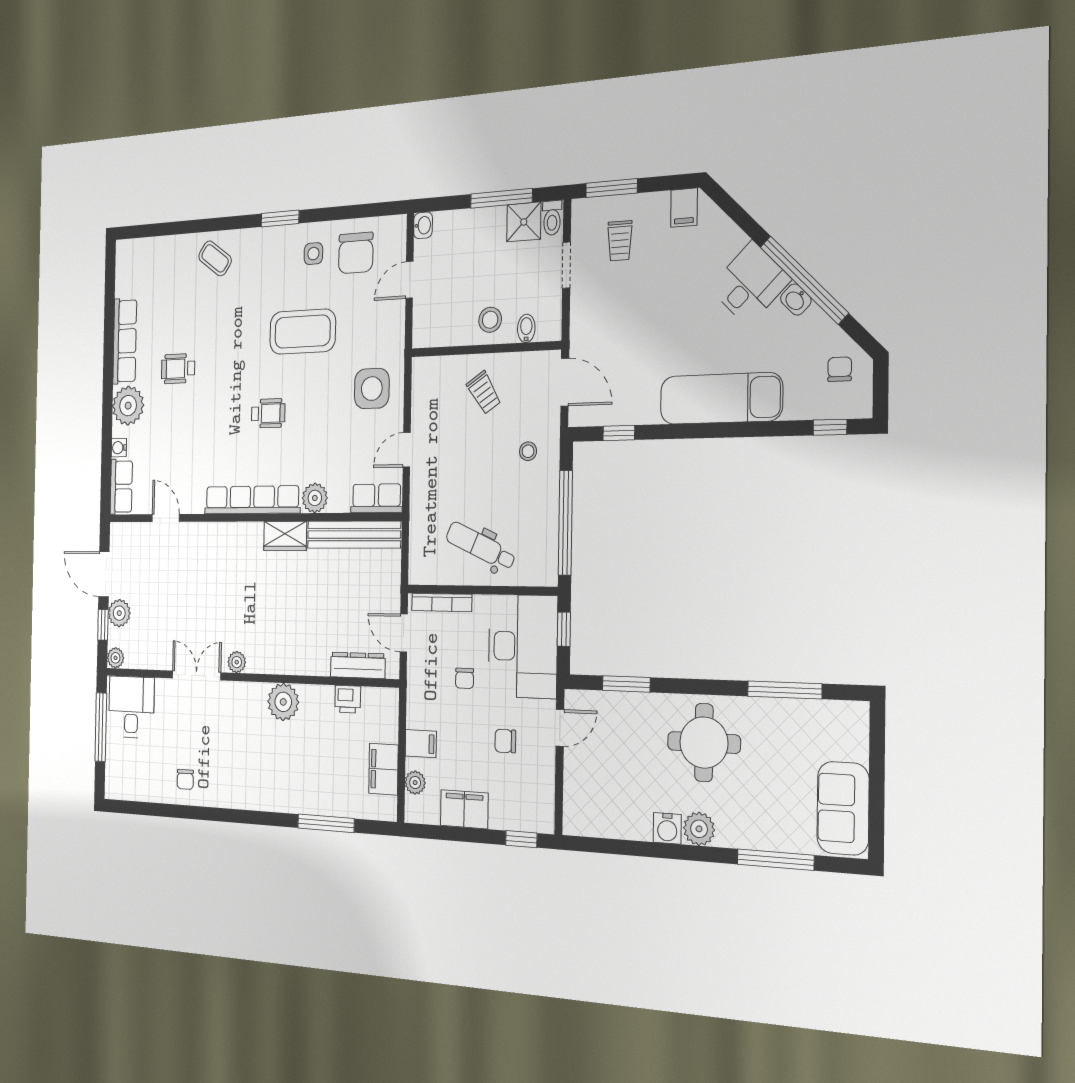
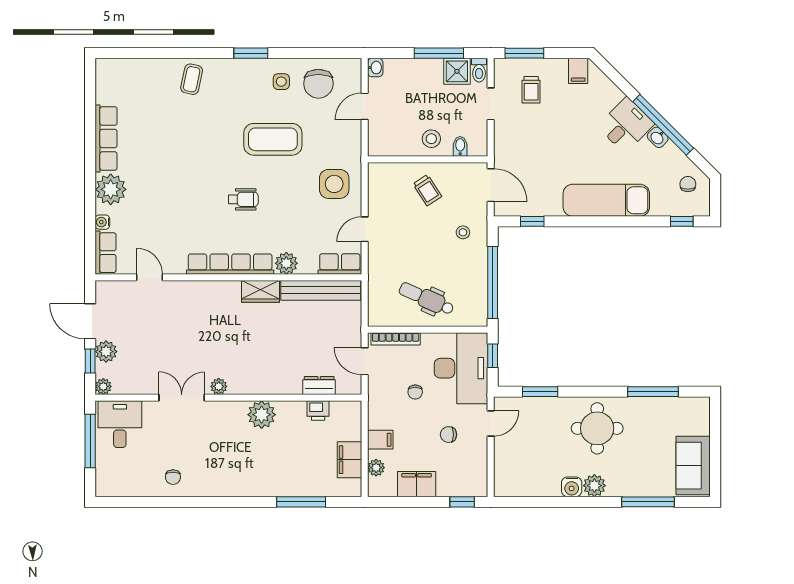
coffee table: (215, 258) -> (192, 79), turned 66
wheelchair: (178, 369) -> (158, 162), removed
dresser: (358, 665) -> (319, 386), width x0.70

